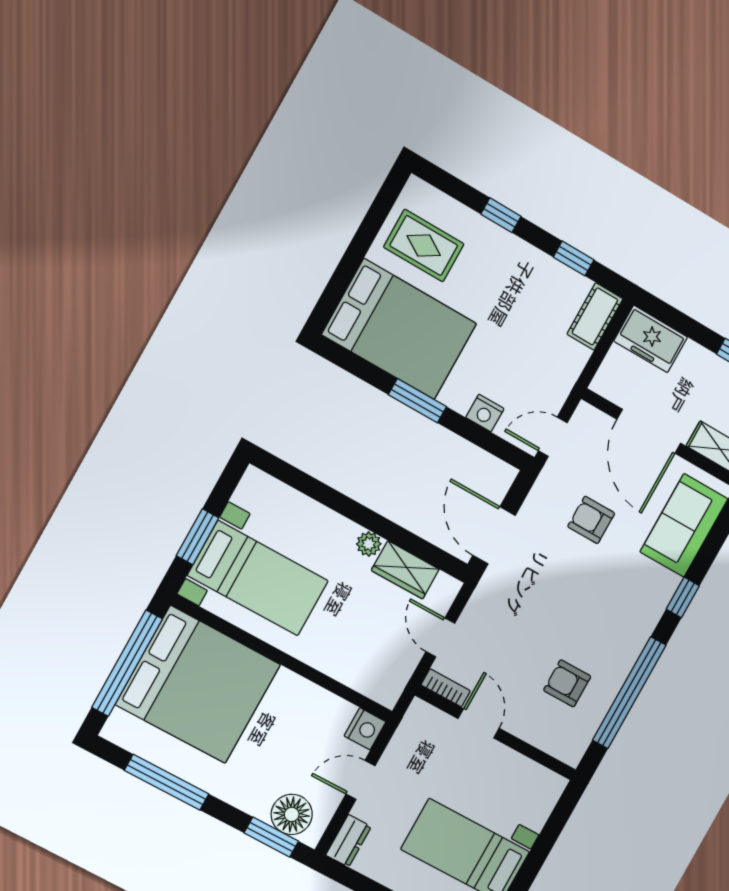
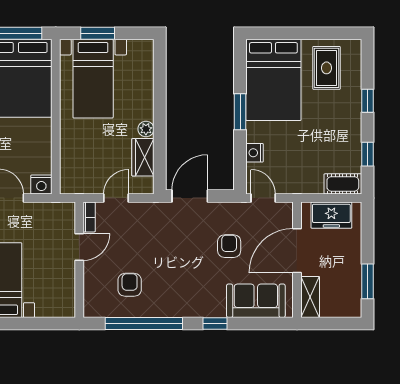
freezer: (651, 339) -> (331, 215), moved, turned -90

